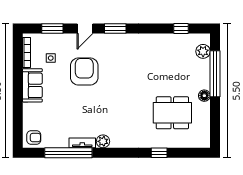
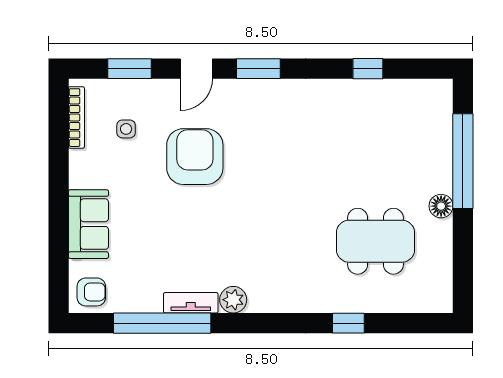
window: (181, 29) -> (368, 69), moved
plant: (203, 51) -> (438, 115), removed
sofa: (32, 85) -> (88, 224), moved

